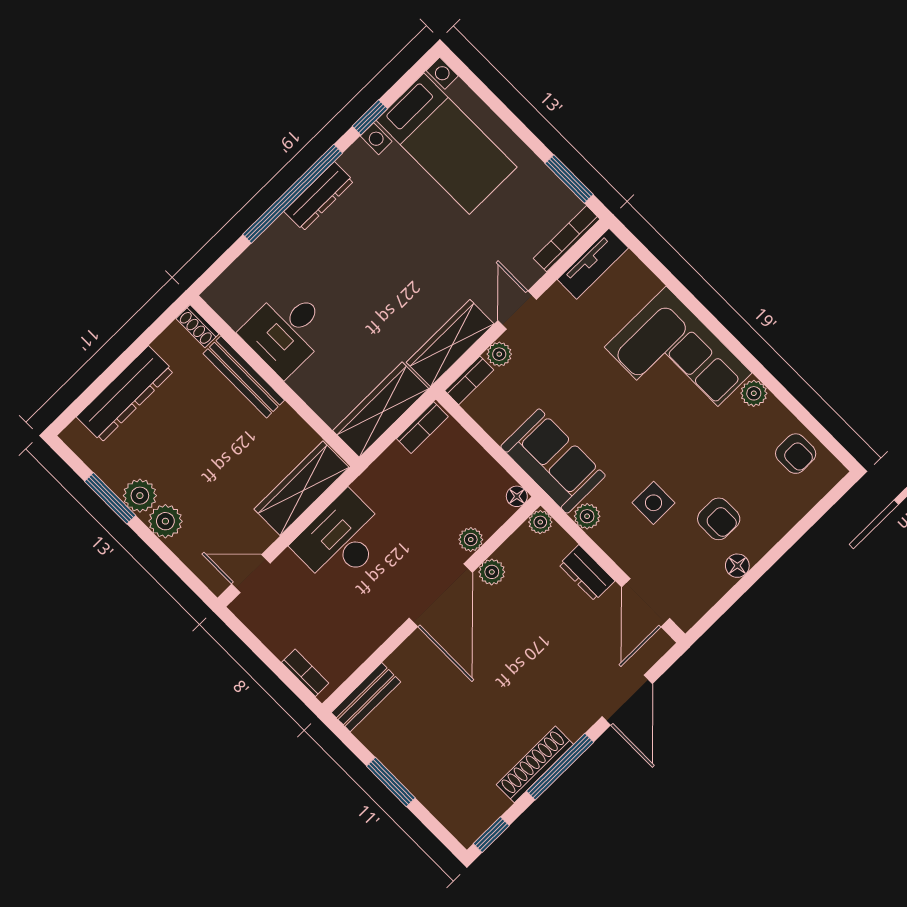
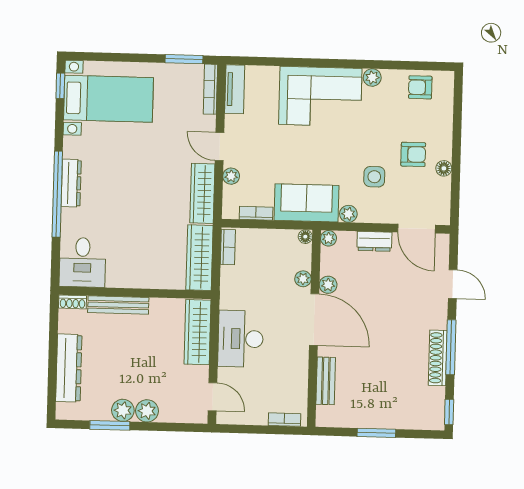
window: (370, 117) -> (60, 86), moved
desk: (286, 331) -> (82, 262), moved
bookcase: (469, 380) -> (256, 213), moved, turned -90
armchair: (796, 454) -> (420, 87), turned 180
door: (251, 574) -> (212, 397), swing flipped
bench: (366, 697) -> (326, 381), moved
door: (627, 700) -> (453, 284), width x0.73

